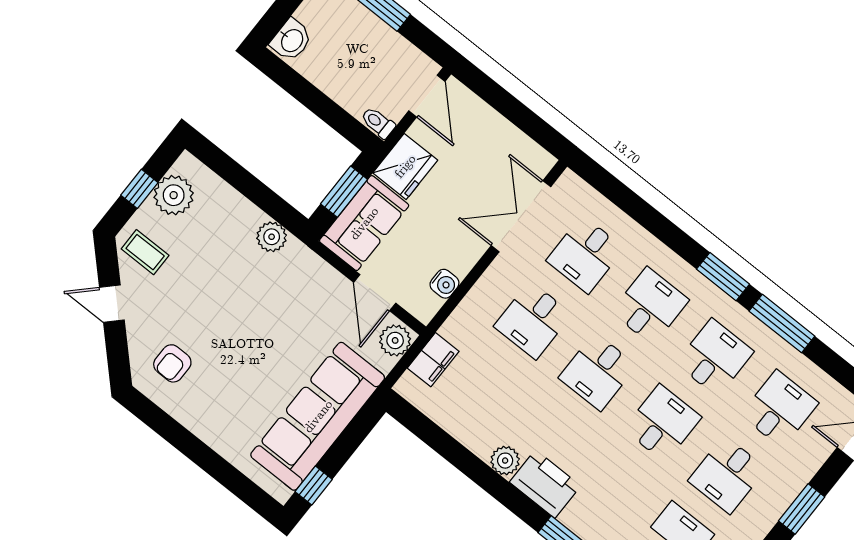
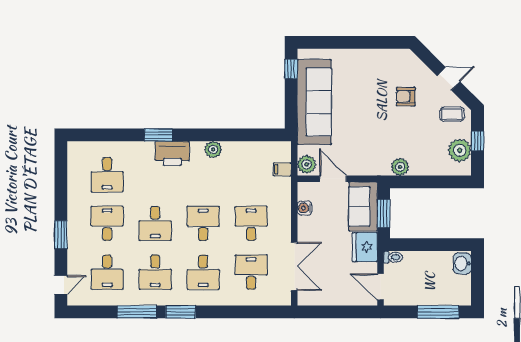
filing cabinet: (433, 360) -> (282, 169), width x0.50
armchair: (172, 363) -> (406, 96), moved, turned -90
printer: (545, 484) -> (172, 153), moved

